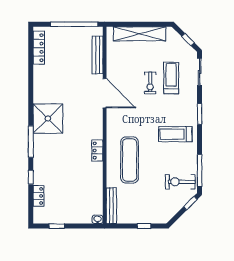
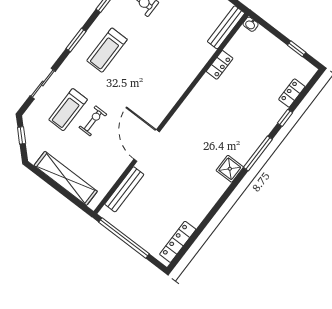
sliding door: (200, 72) -> (43, 84), moved
window: (200, 114) -> (76, 40), moved
shower: (48, 119) -> (230, 169), width x0.54, depth x0.54
treadmill: (175, 134) -> (107, 50), turned 90
locker: (97, 151) -> (220, 65), moved
exercise mat: (130, 160) -> (173, 59), removed

